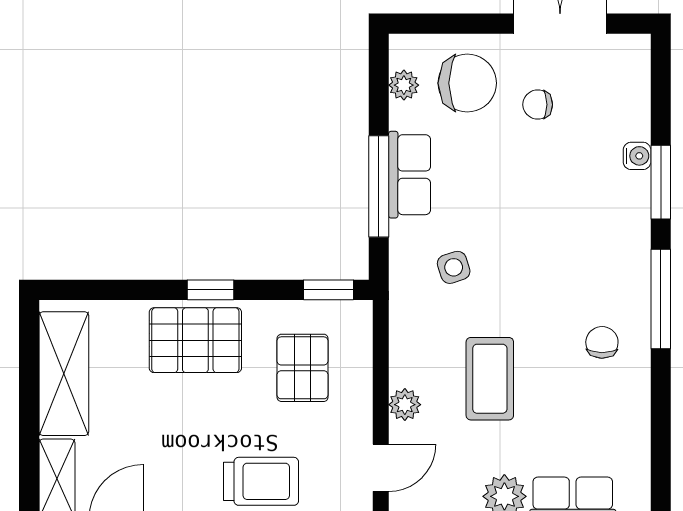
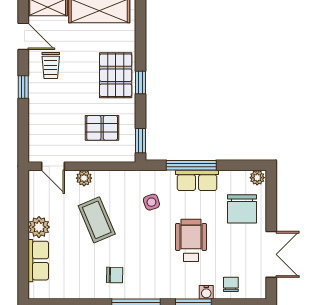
plant: (404, 85) -> (257, 178), moved
chair: (538, 105) -> (231, 284), moved
wheelchair: (531, 187) -> (191, 240), added
coffee table: (490, 379) -> (97, 220), turned 67
trolley: (261, 481) -> (51, 66), moved, width x0.73, depth x0.72

